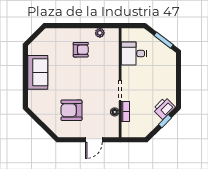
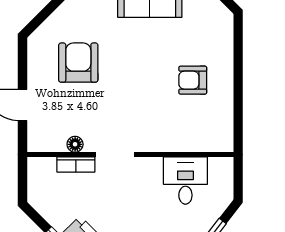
plant: (100, 33) -> (225, 116), removed
armchair: (81, 50) -> (193, 80), turned 90

